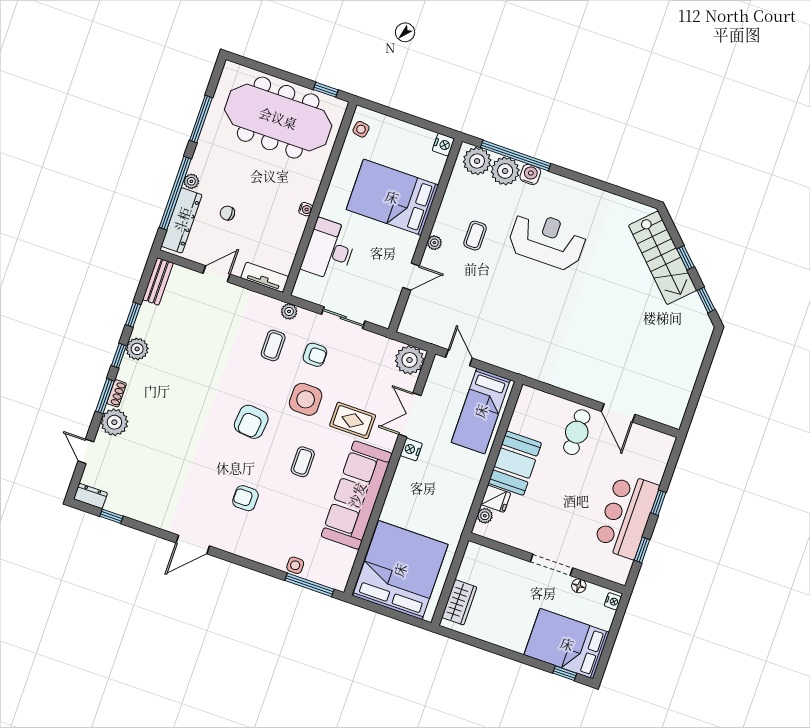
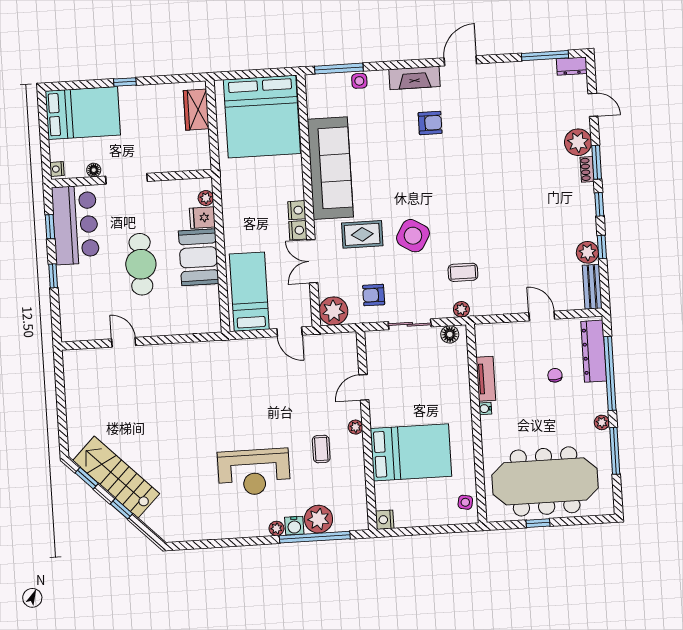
window: (326, 90) -> (538, 523), moved
plant: (477, 161) -> (276, 528), moved, width x0.53, depth x0.53
plant: (191, 181) -> (602, 422), moved
chair: (227, 213) -> (555, 375), turned -95
desk: (329, 250) -> (448, 381), removed
stairs: (663, 258) -> (116, 477), moved
door: (217, 274) -> (542, 316), swing flipped
tv unit: (265, 277) -> (486, 379), moved, turned -90
floor lamp: (310, 293) -> (450, 334), added
coffee table: (273, 345) -> (463, 272), turned 90
plant: (137, 349) -> (587, 252), moved
armchair: (315, 355) -> (374, 295), moved
side table: (306, 399) -> (413, 236), turned 31
door: (618, 413) -> (124, 342), width x0.73
double door: (410, 415) -> (312, 261), swing flipped
armchair: (251, 422) -> (454, 195), removed
cafe table: (577, 432) -> (141, 264), moved, width x1.37, depth x1.35
coffee table: (303, 462) -> (392, 178), removed
nightstand: (404, 469) -> (297, 210), added
window: (111, 516) -> (545, 56), width x2.17
bar counter: (626, 516) -> (75, 225), moved
fireplace: (242, 546) -> (414, 78), added
window: (565, 673) -> (125, 82), moved

